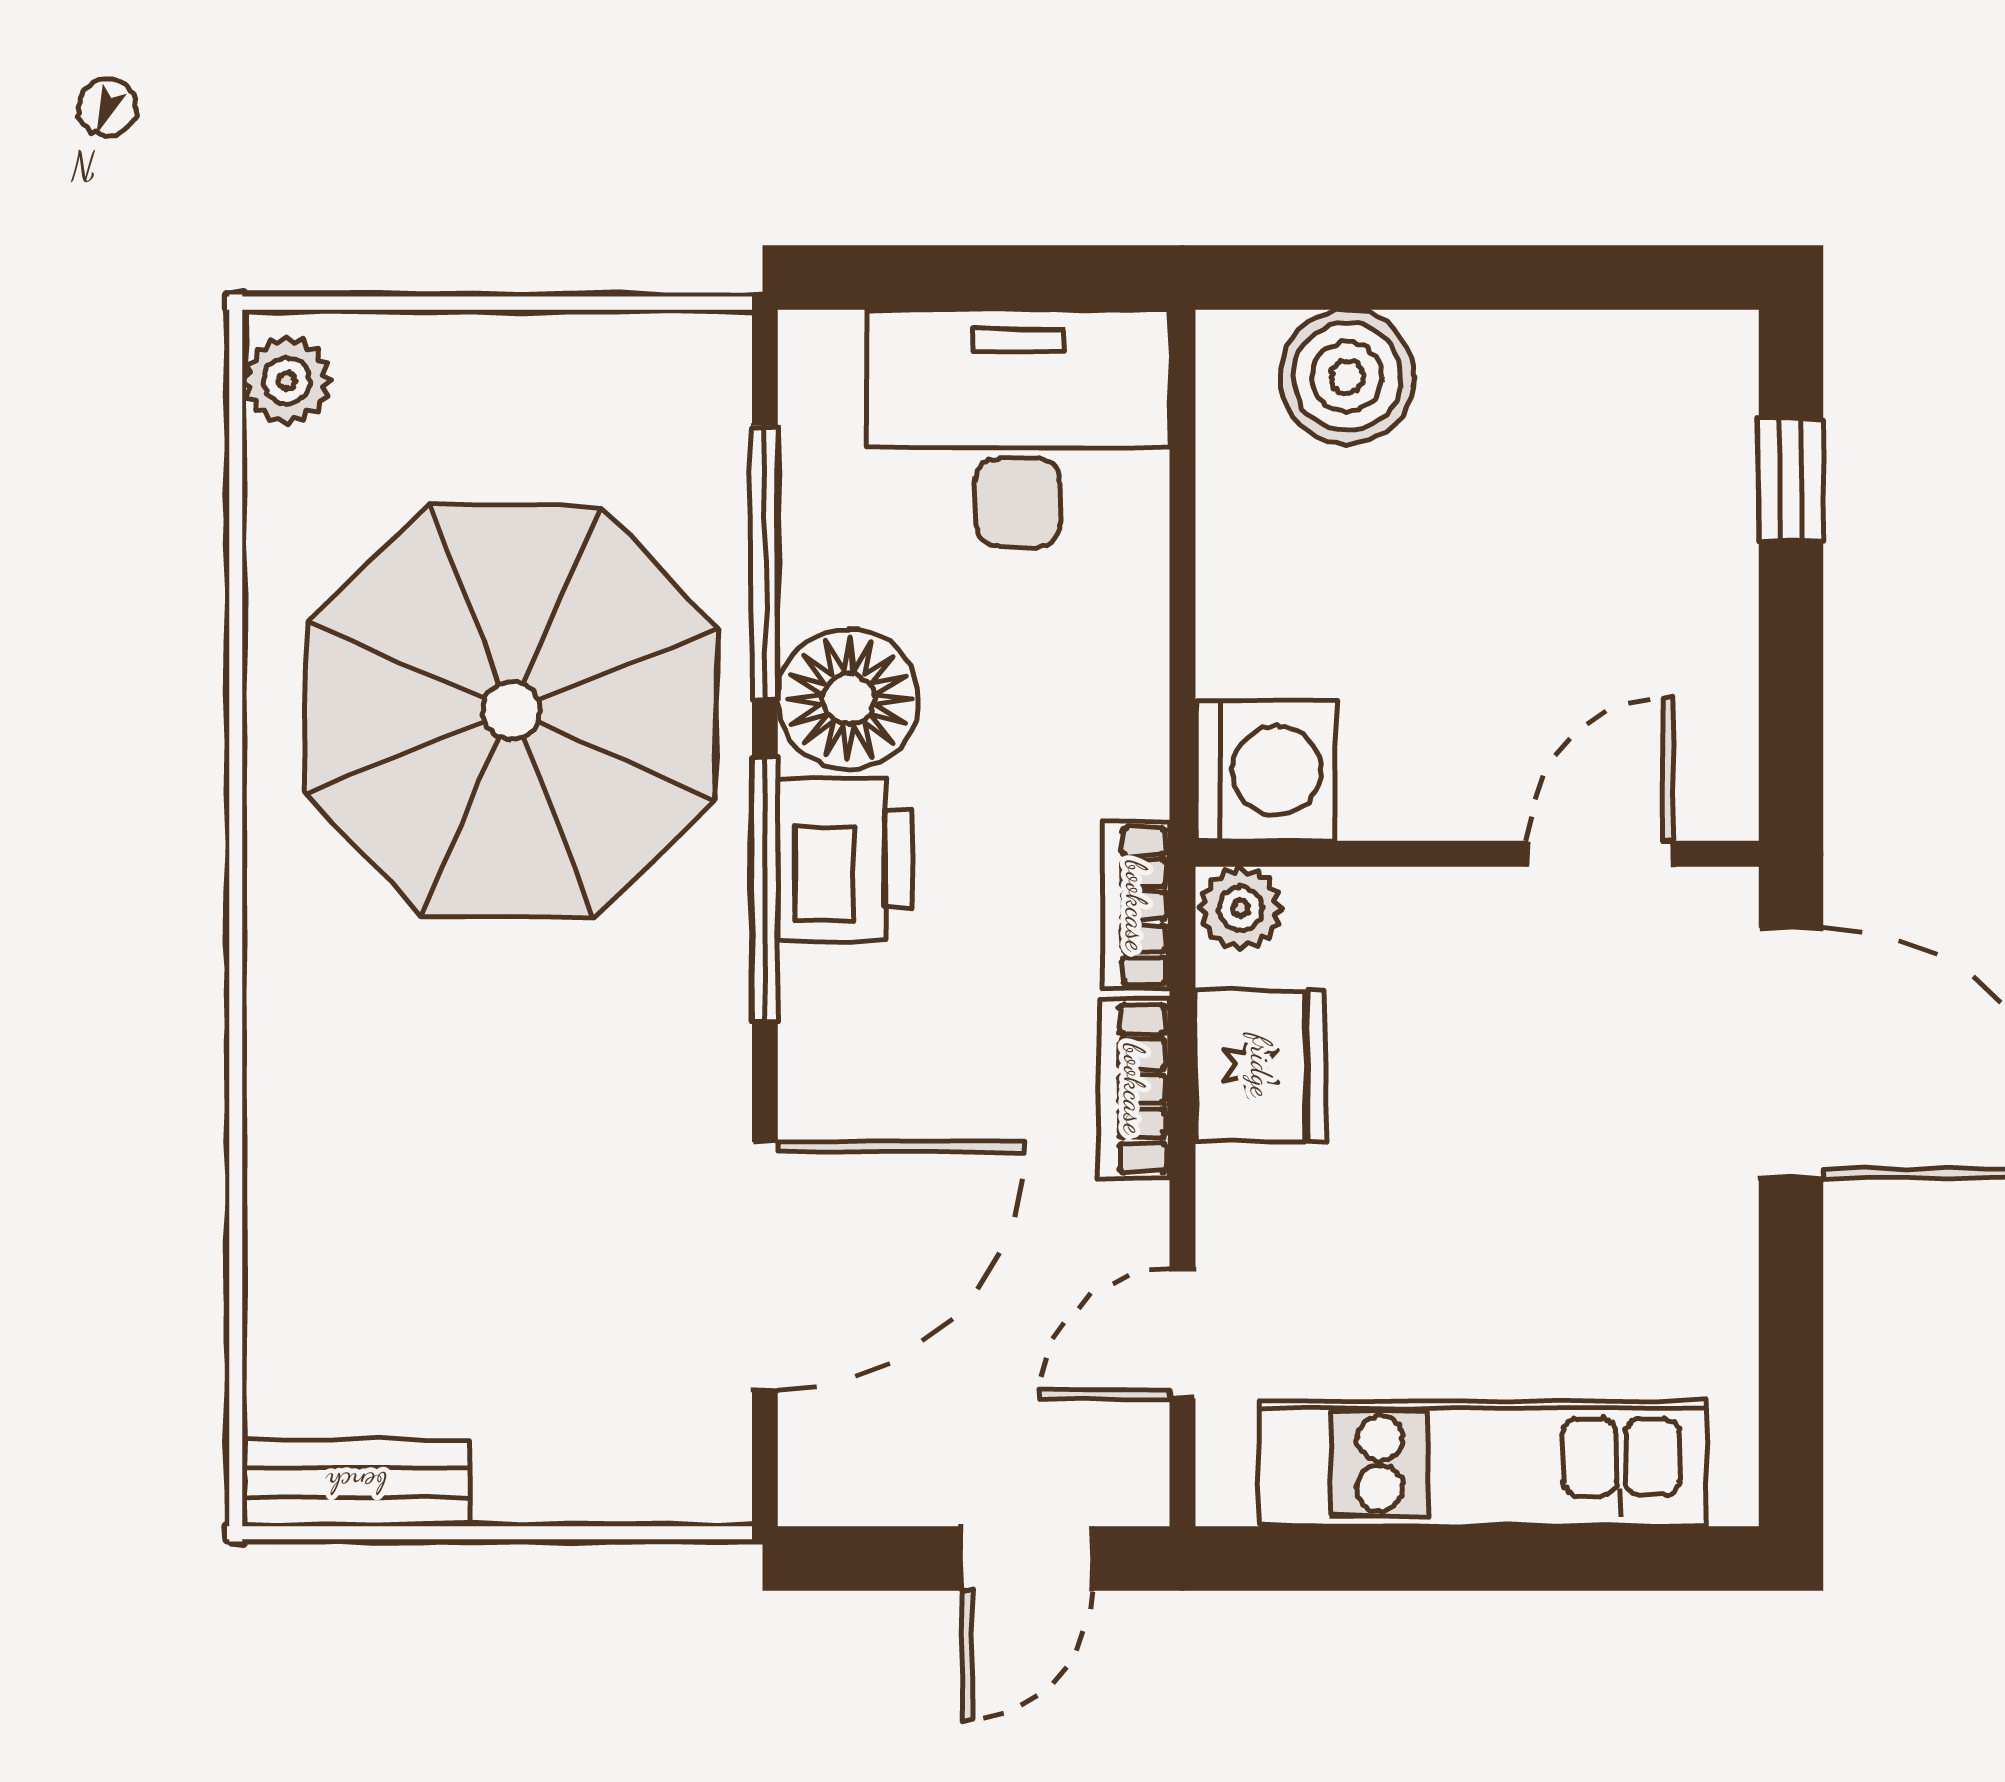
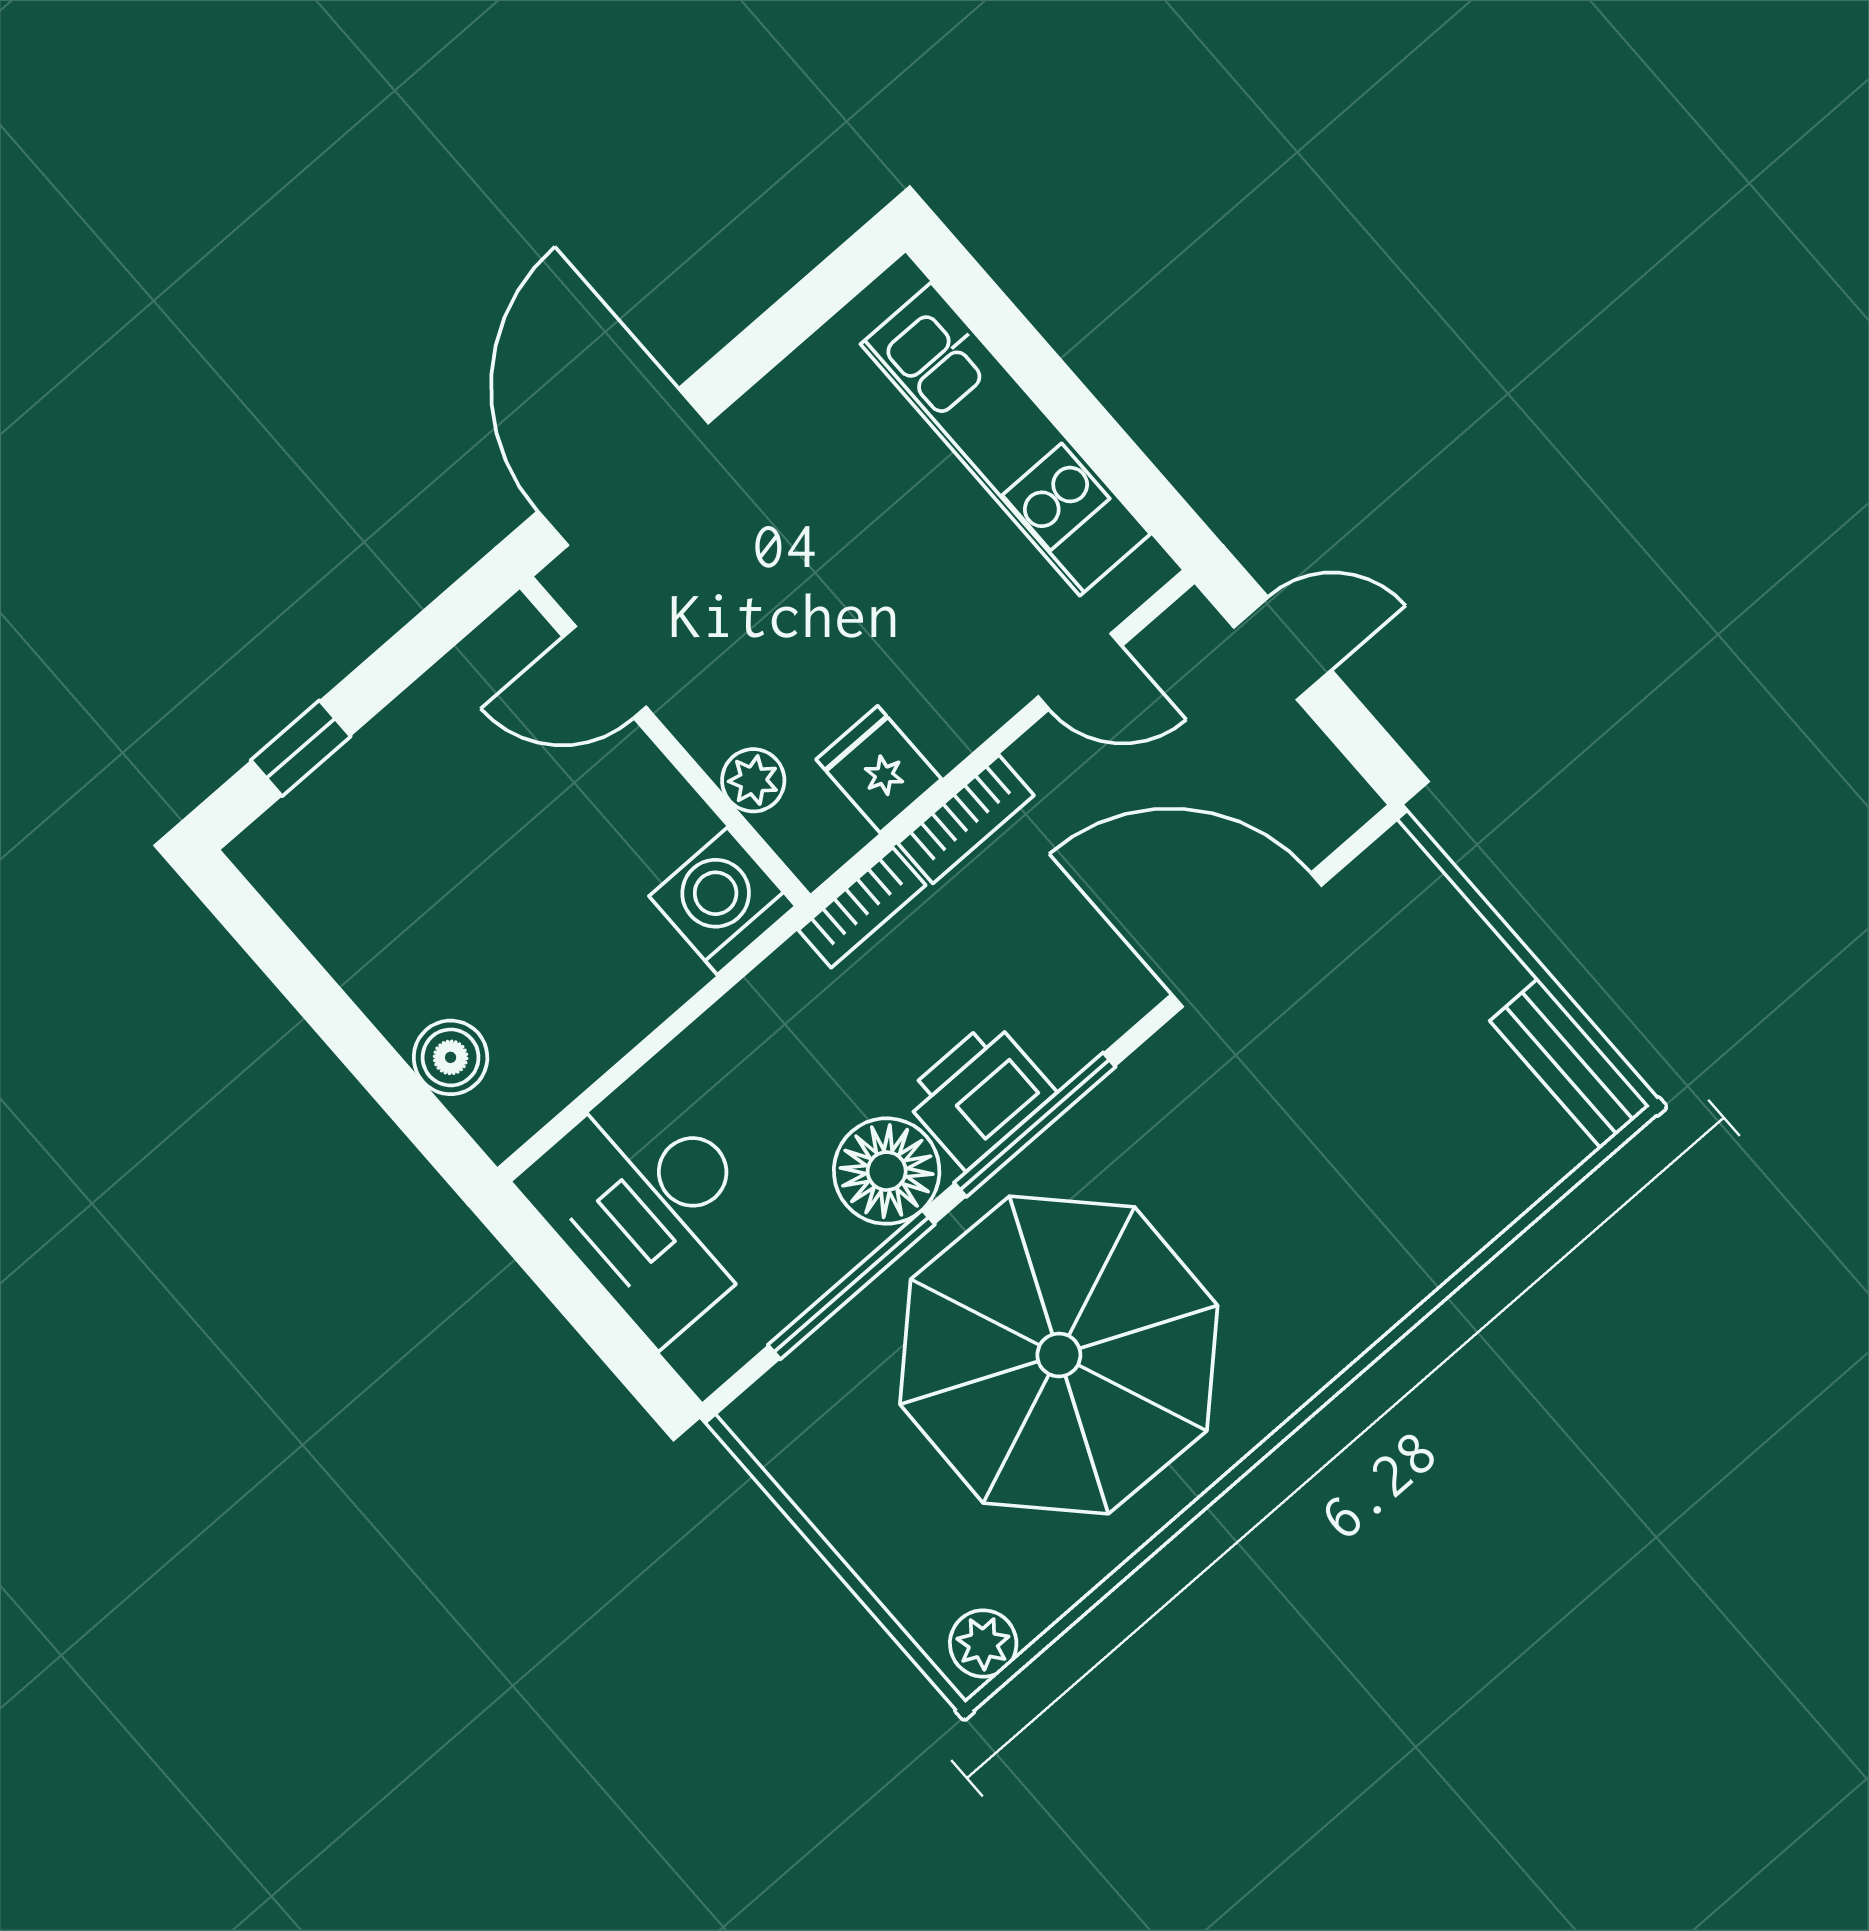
boiler: (1347, 377) -> (451, 1057), width x0.73, depth x0.73
plant: (1240, 908) -> (753, 780), moved
fridge: (1261, 1066) -> (879, 769), width x0.72

